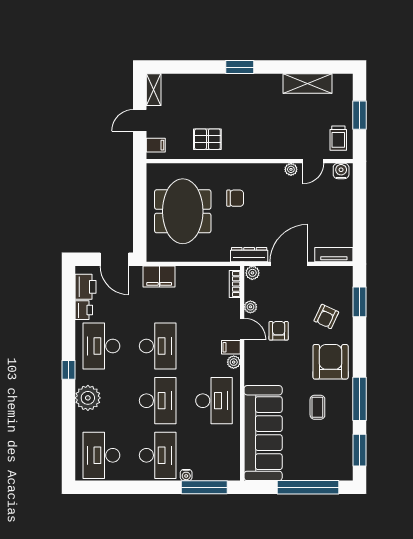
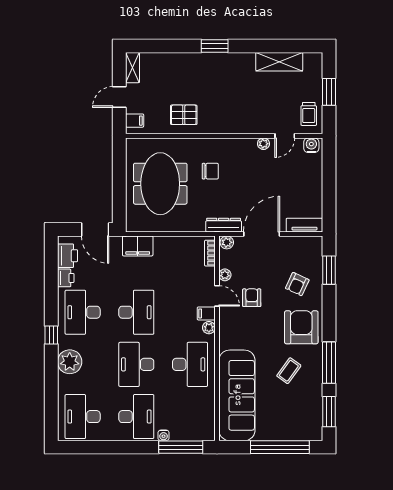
desk: (158, 401) -> (136, 364), turned 180
coffee table: (317, 407) -> (289, 371), turned 36

